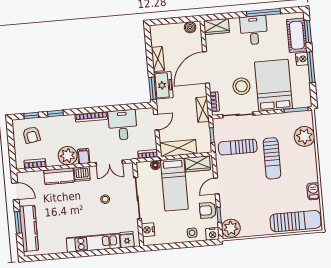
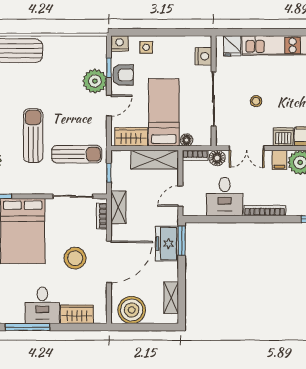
boiler: (190, 27) -> (132, 310), width x1.86, depth x1.86
wardrobe: (216, 27) -> (77, 314), moved
shelving: (158, 59) -> (171, 298), moved
stool: (241, 86) -> (75, 258), moved
floor lamp: (131, 154) -> (217, 158), added
double door: (109, 163) -> (247, 148), swing flipped
plant: (231, 228) -> (95, 81), moved

